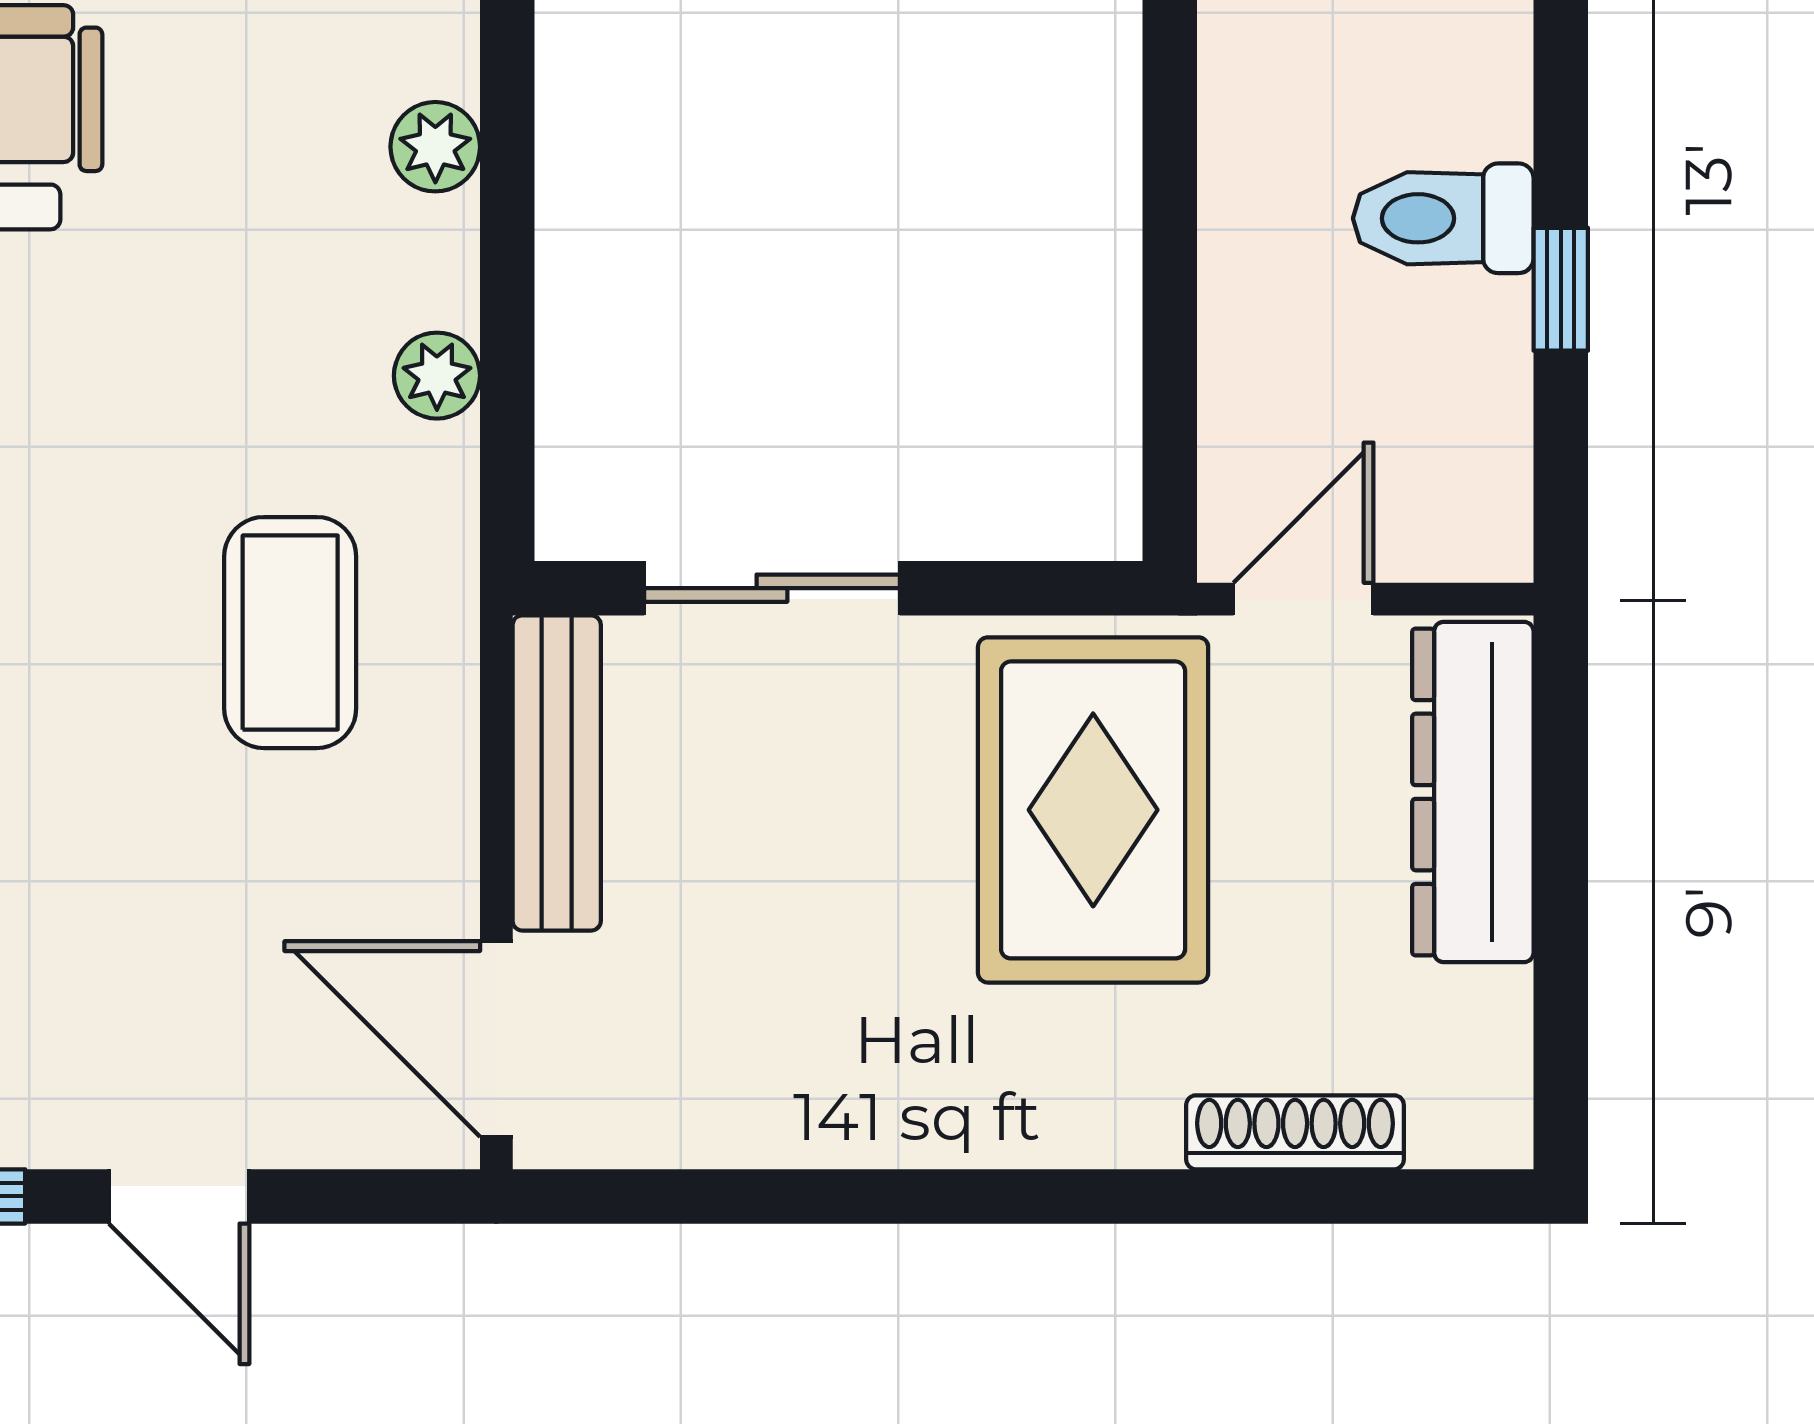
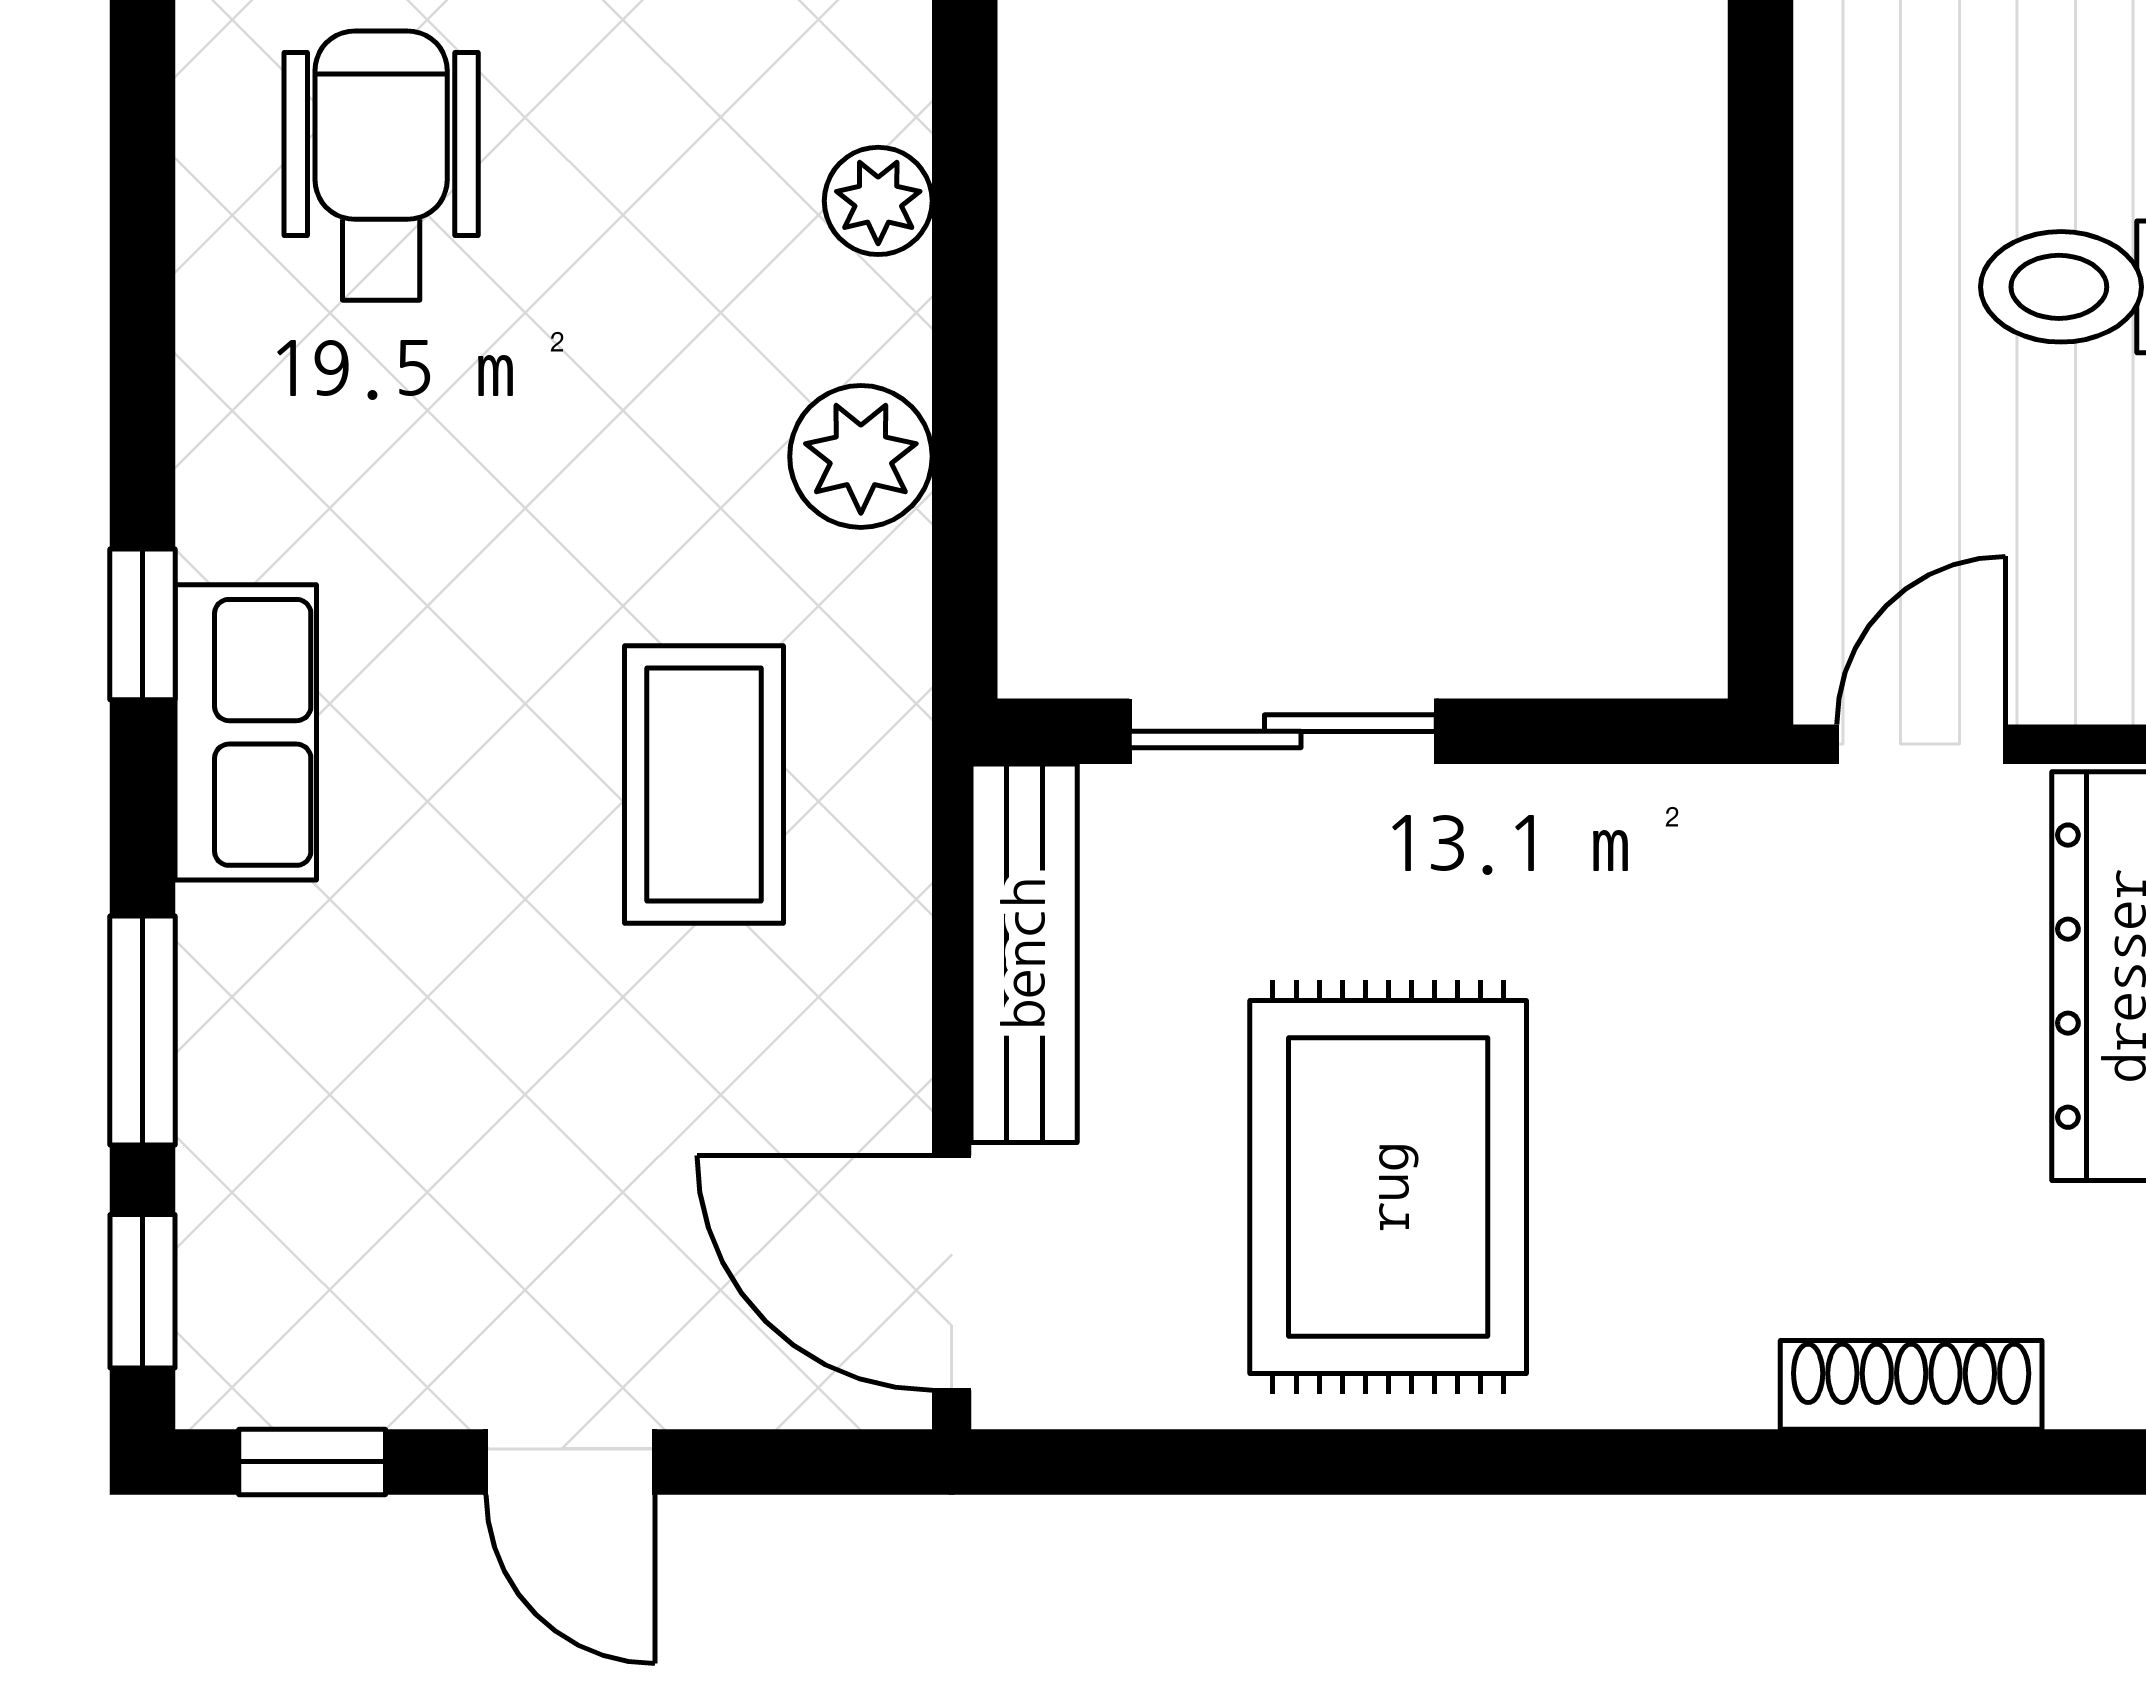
plant: (437, 376) -> (861, 456), width x1.38, depth x1.38
rug: (1093, 810) -> (1388, 1187), moved

